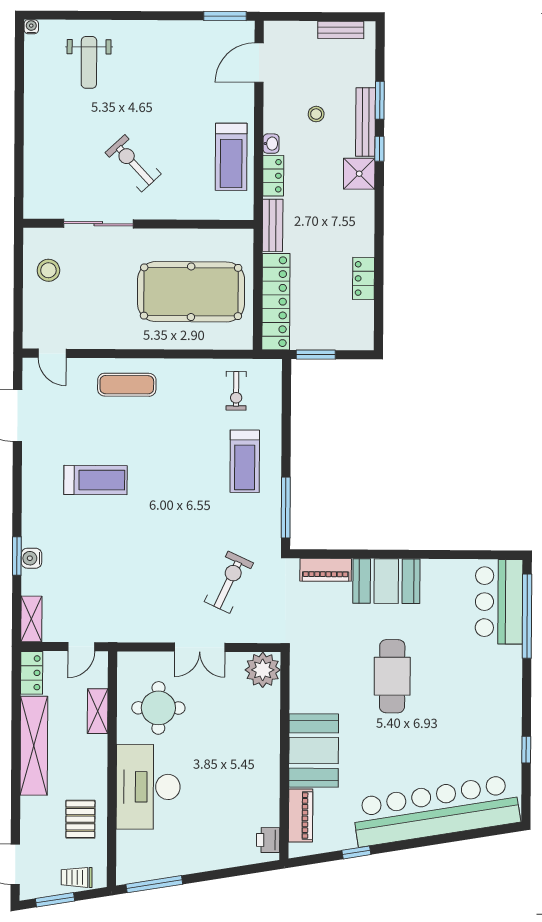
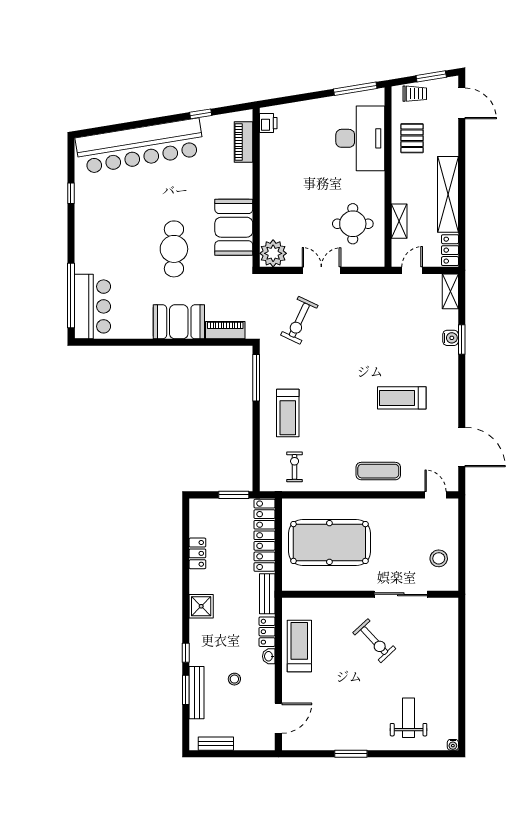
window: (225, 16) -> (351, 754), moved
bench: (365, 122) -> (197, 693), moved
shower: (359, 174) -> (201, 606), moved
treadmill: (245, 461) -> (288, 413), turned 180
booth: (314, 751) -> (234, 227), moved
desk: (148, 787) -> (360, 138), moved

